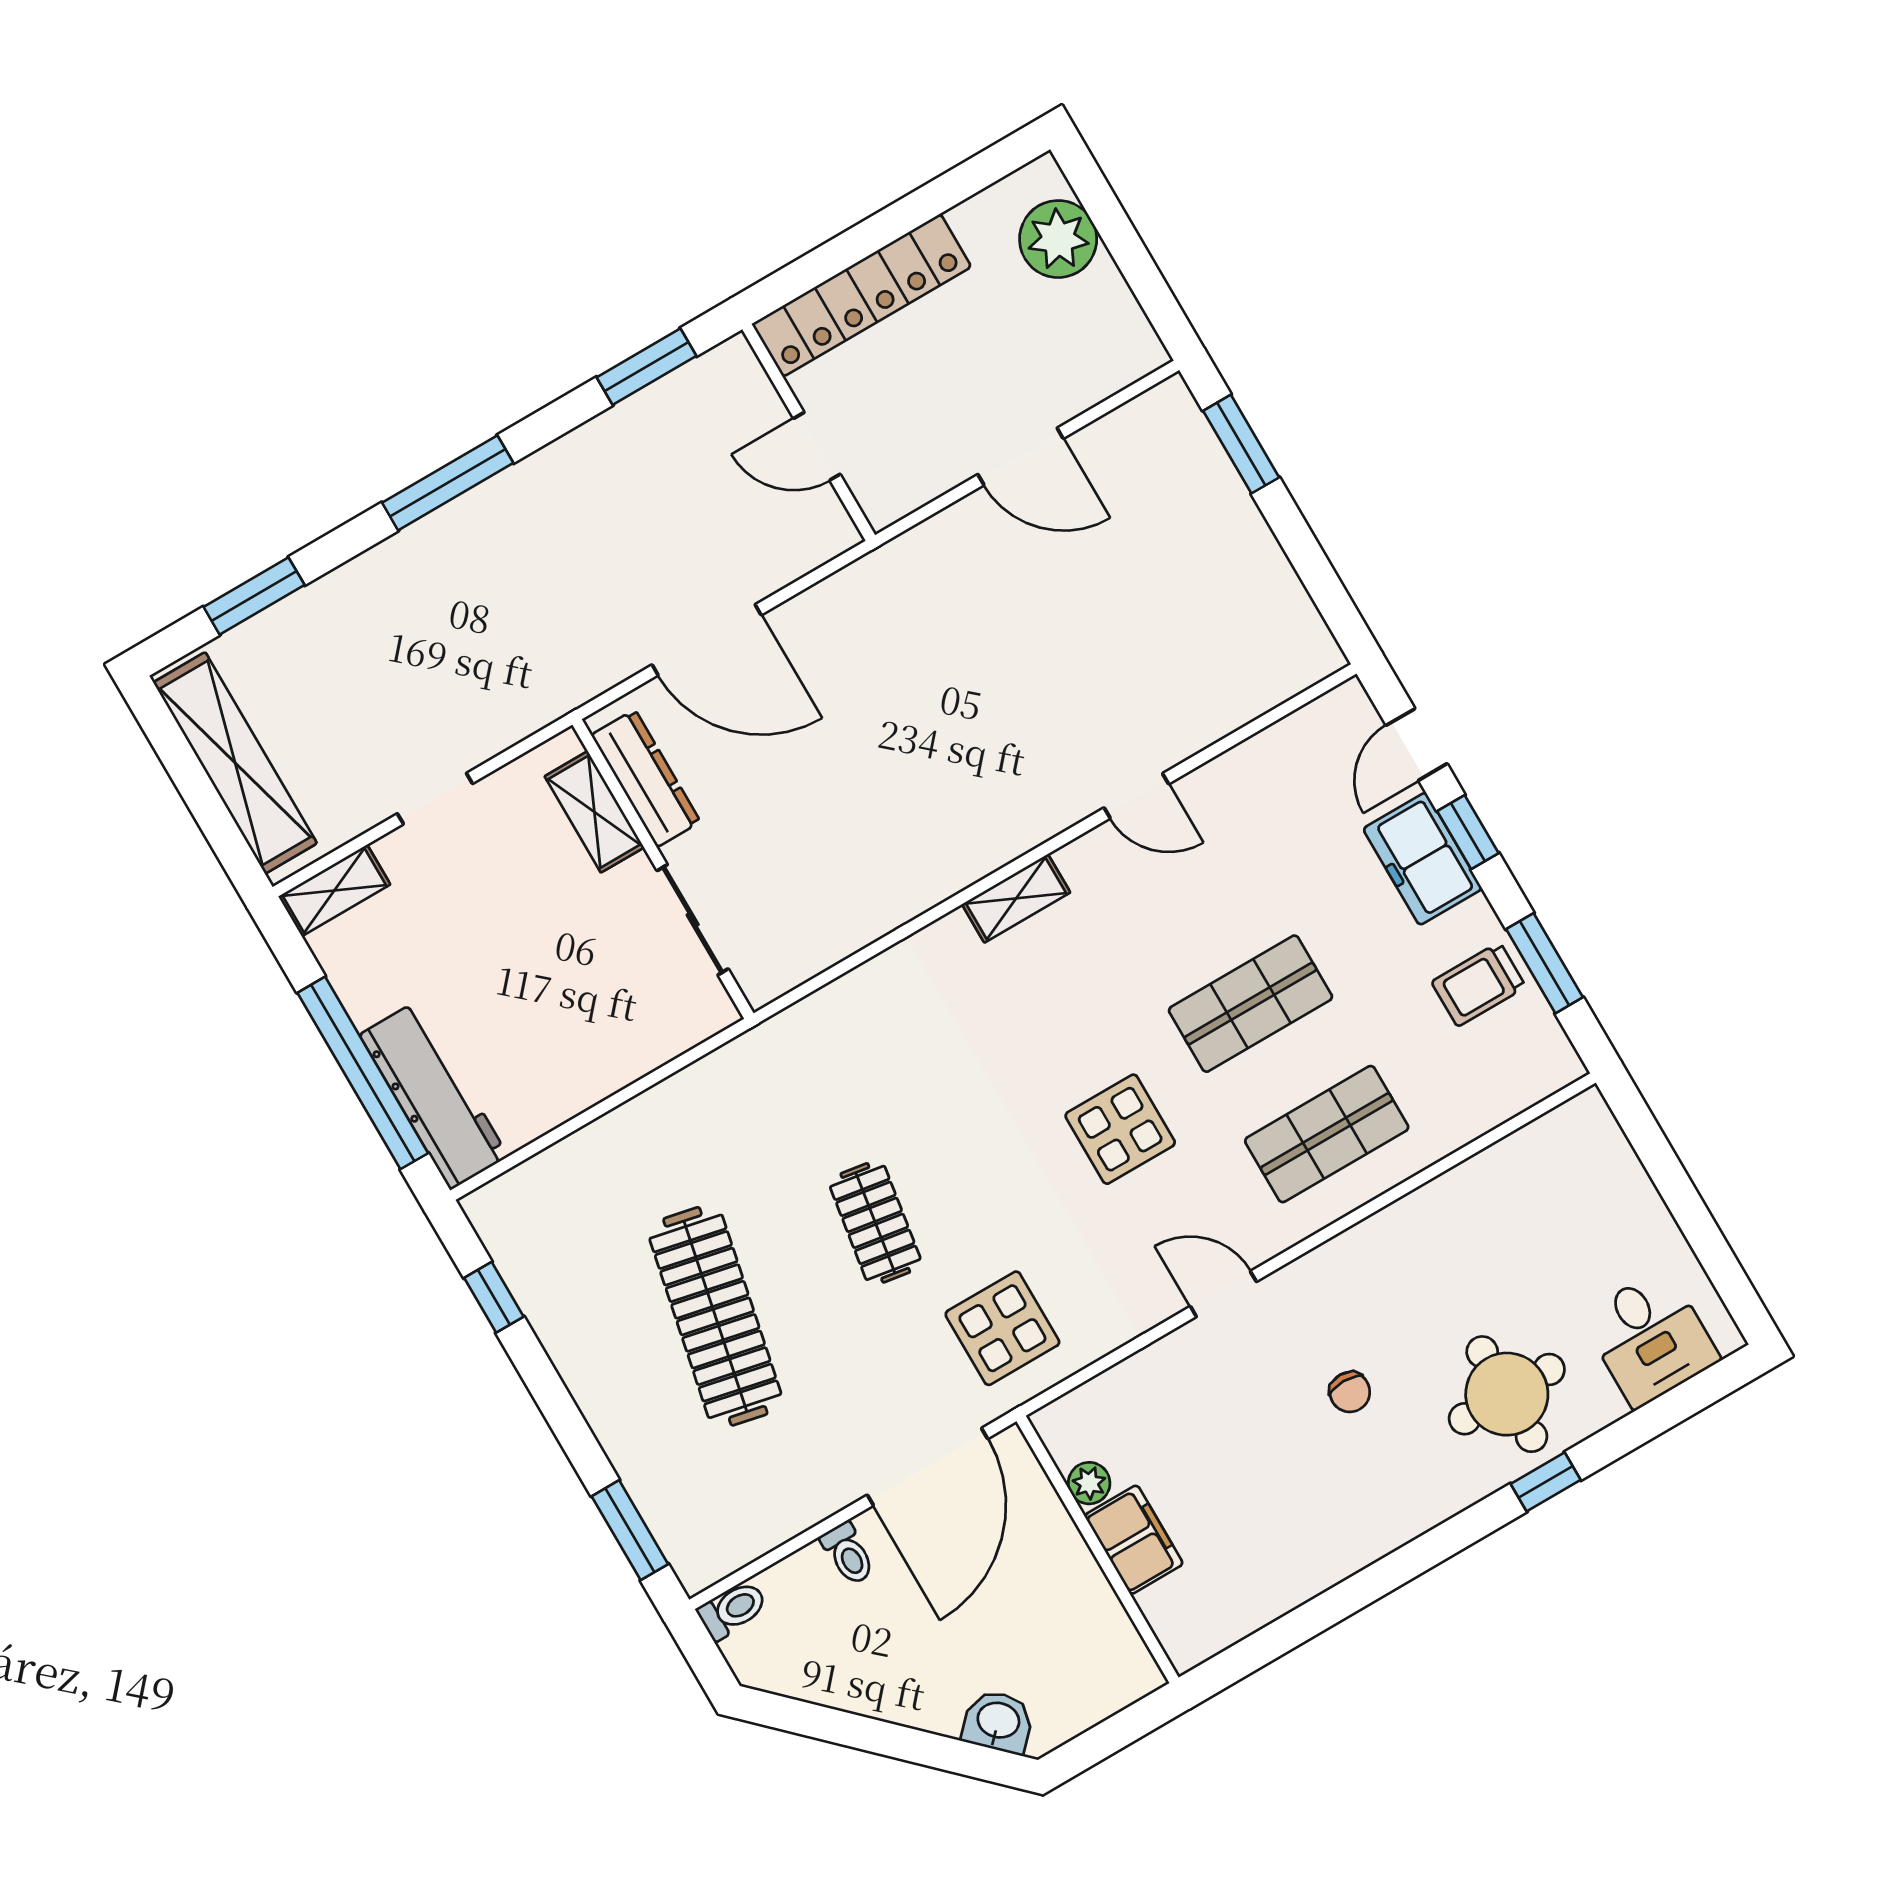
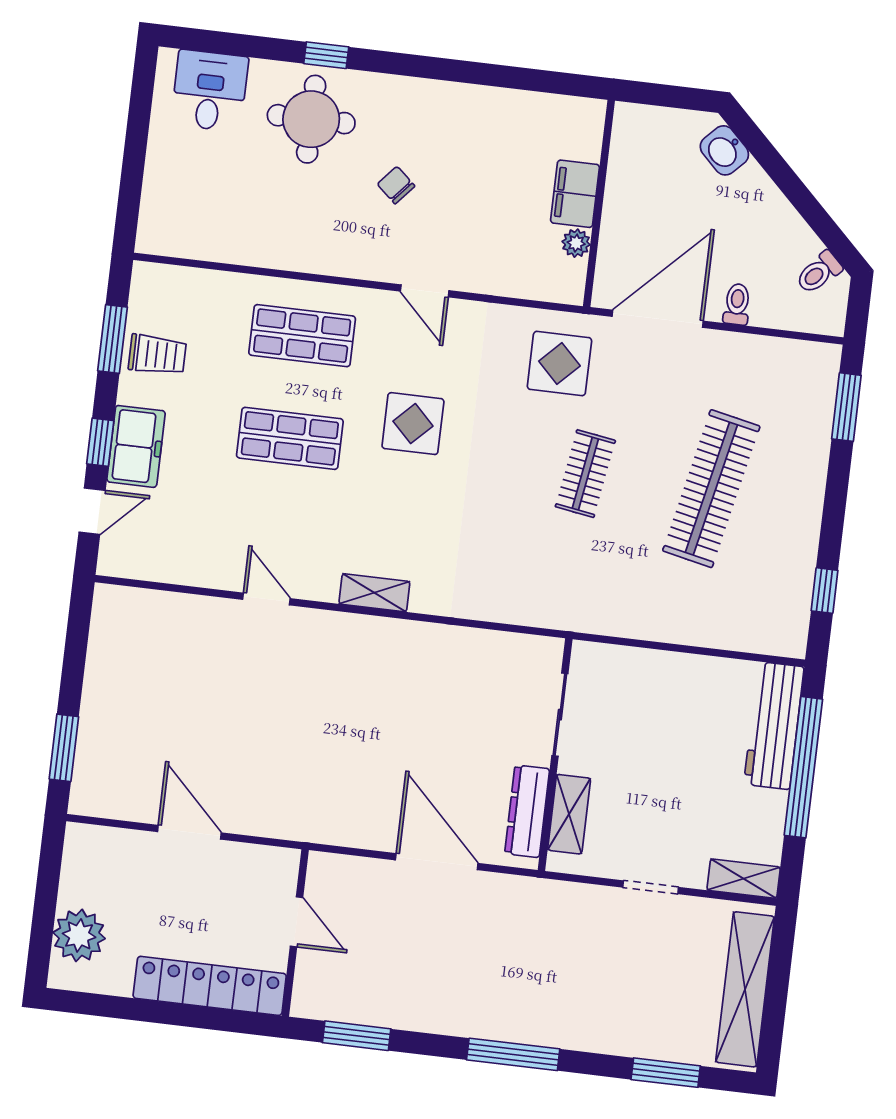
chair: (1350, 1392) -> (396, 185), turned -49
toilet: (733, 1610) -> (819, 273), moved, turned -46

